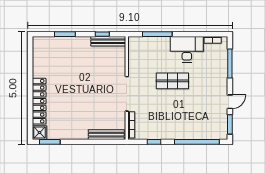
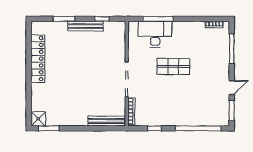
bench: (108, 41) -> (85, 26), moved
desk: (187, 49) -> (155, 34), moved
locker: (39, 101) -> (38, 59), moved

